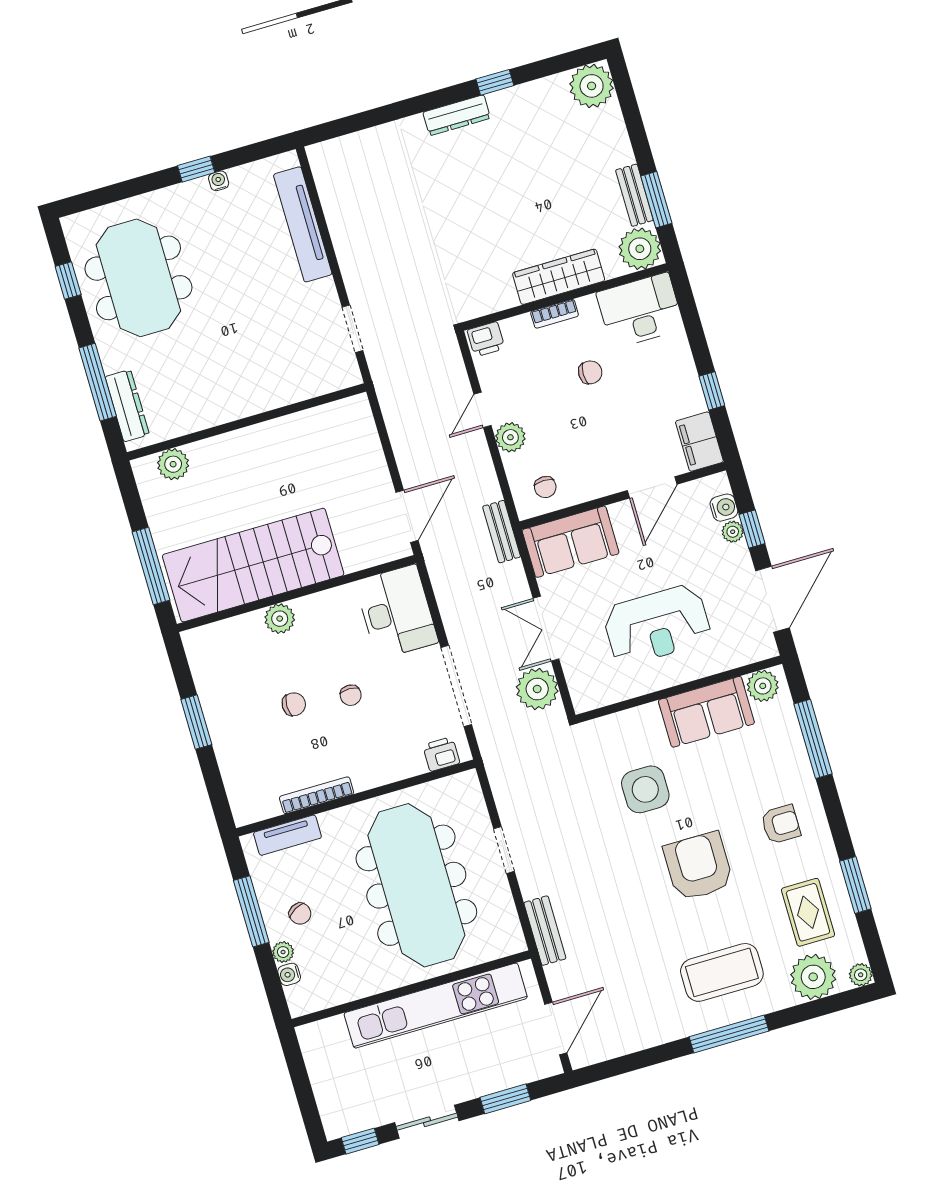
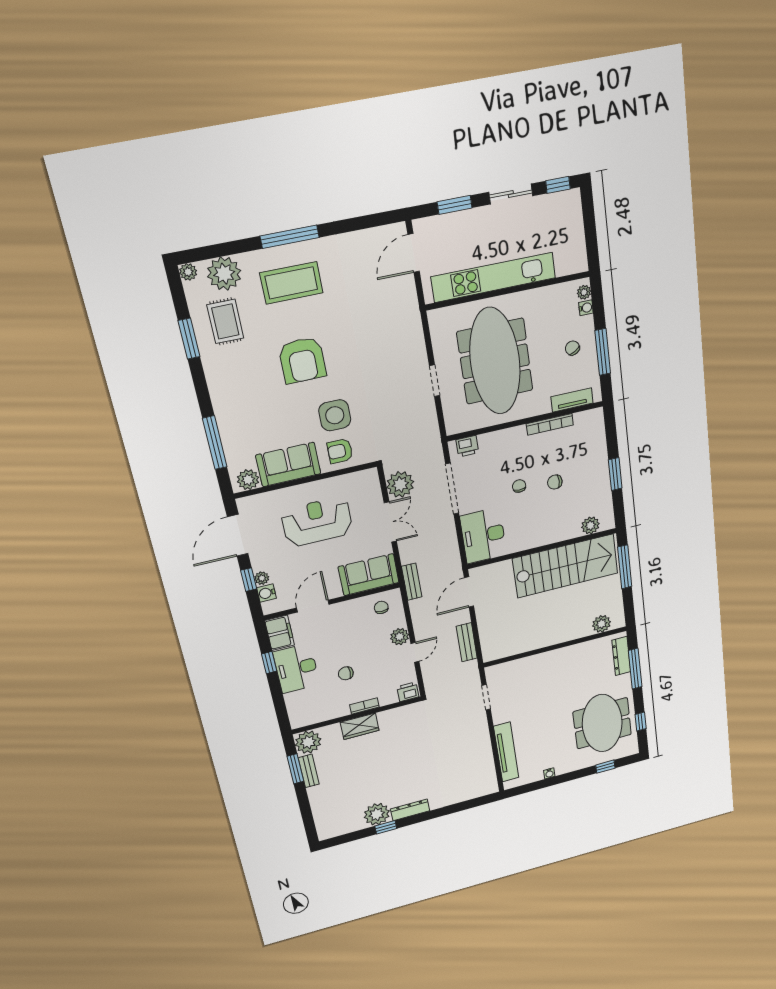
plant: (592, 86) -> (377, 814), moved
window: (196, 169) -> (605, 767), moved
wardrobe: (559, 277) -> (360, 726), width x0.67
desk: (640, 311) -> (296, 668), moved, turned 90
plant: (280, 619) -> (590, 525), moved
armchair: (781, 824) -> (340, 451), moved
bench: (545, 931) -> (467, 642), moved
plant: (283, 952) -> (584, 292), moved

